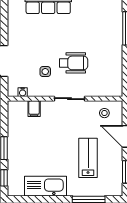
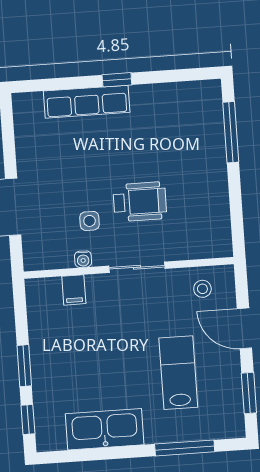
water cooler: (23, 92) -> (83, 259), moved

